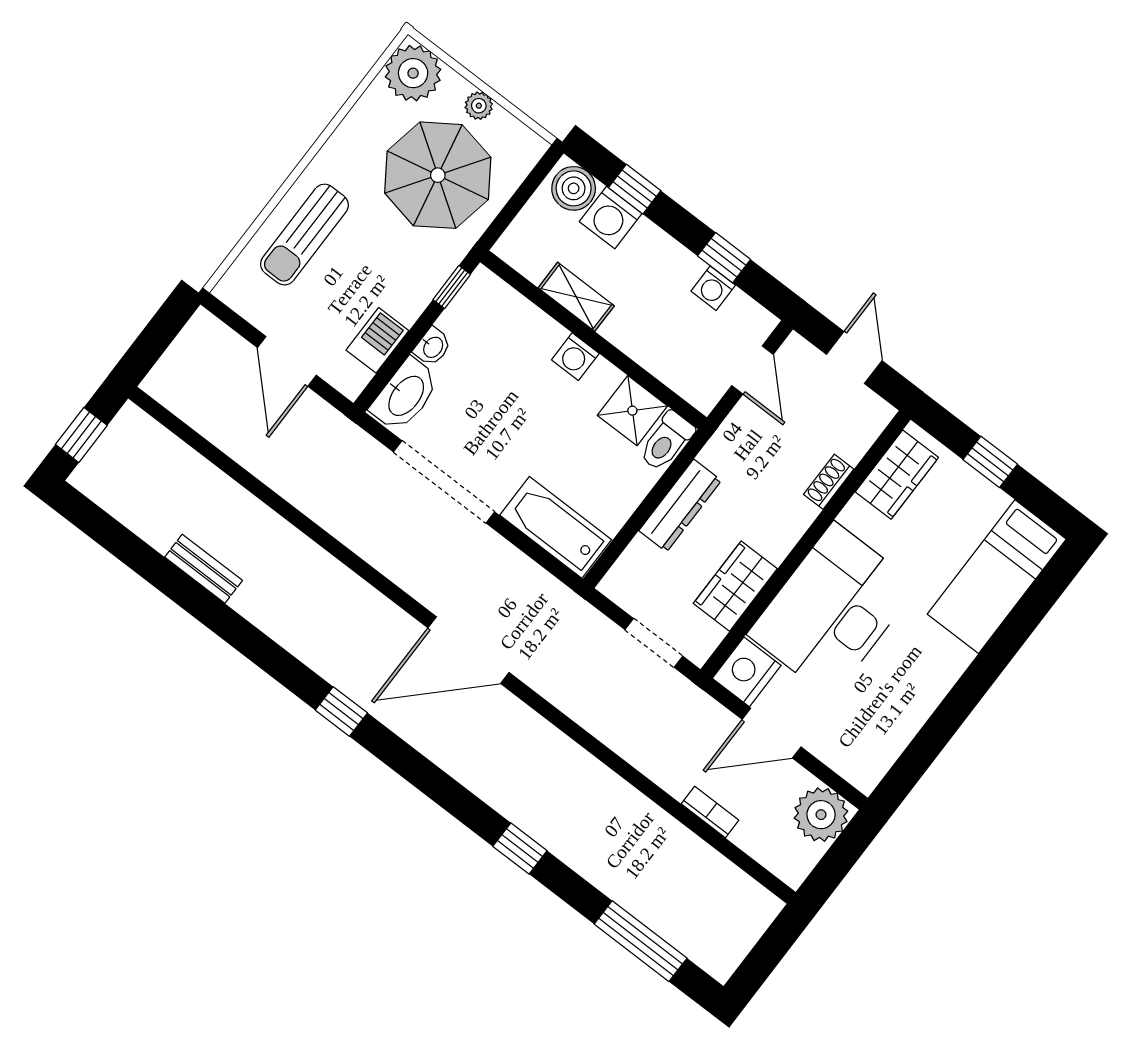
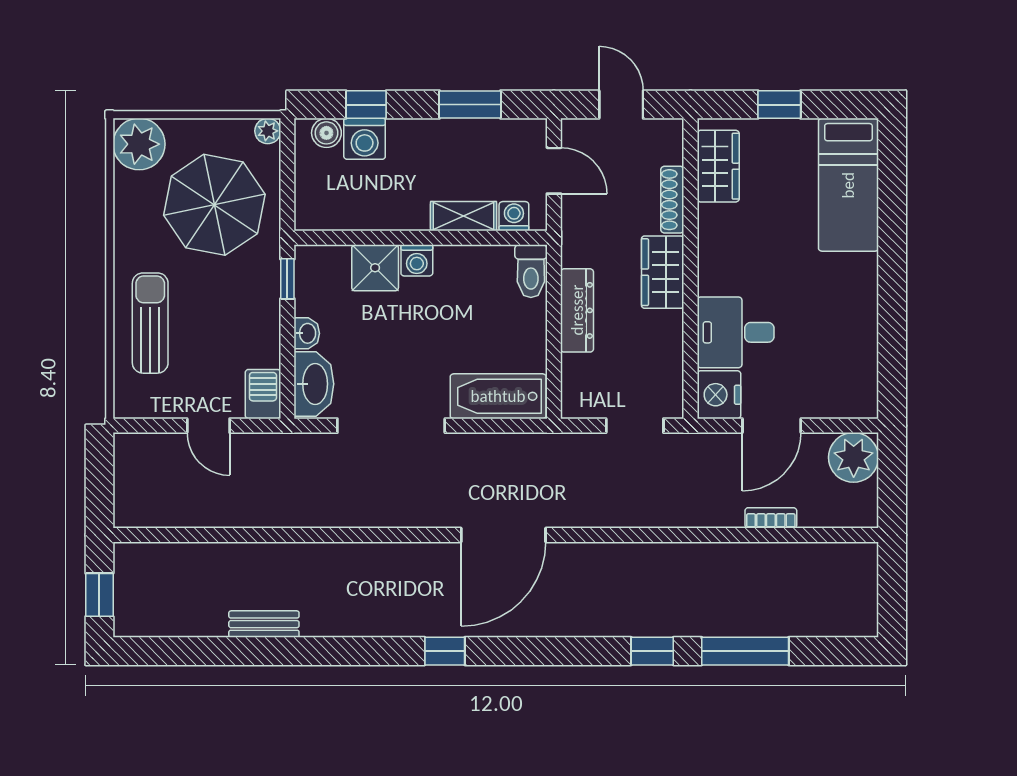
plant: (479, 106) -> (268, 131), moved
boiler: (574, 188) -> (326, 133), width x0.73, depth x0.73
sun lounger: (304, 235) -> (150, 323), turned 180
window: (724, 258) -> (470, 105), width x1.50
washing machine: (713, 288) -> (514, 216), moved, turned 180
shelving: (576, 297) -> (464, 216), moved
barbecue: (377, 340) -> (263, 394), moved
door: (287, 361) -> (208, 426), width x0.73
shower: (632, 411) -> (375, 268), moved
shoe rack: (829, 482) -> (672, 200), width x1.43
wardrobe: (735, 586) -> (663, 272), moved
desk: (833, 610) -> (736, 332), width x0.53, depth x0.77
window: (641, 941) -> (745, 651), moved

